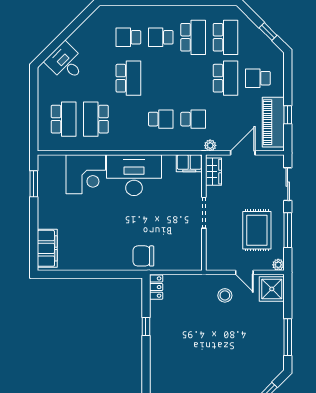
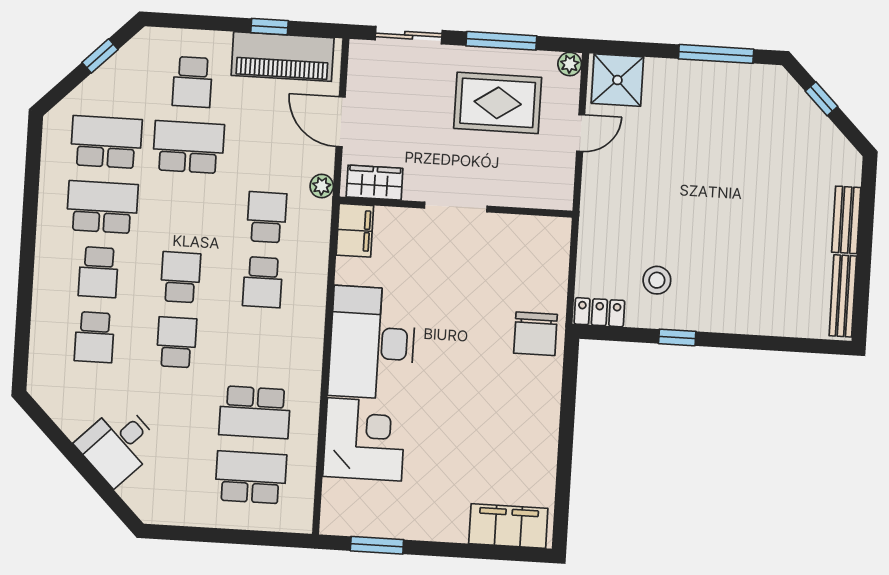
desk: (66, 62) -> (118, 445), moved
school desk: (128, 78) -> (177, 342), width x0.54
school desk: (161, 78) -> (180, 277), added
school desk: (161, 119) -> (263, 282), turned 180
stool: (225, 295) -> (657, 280), moved

